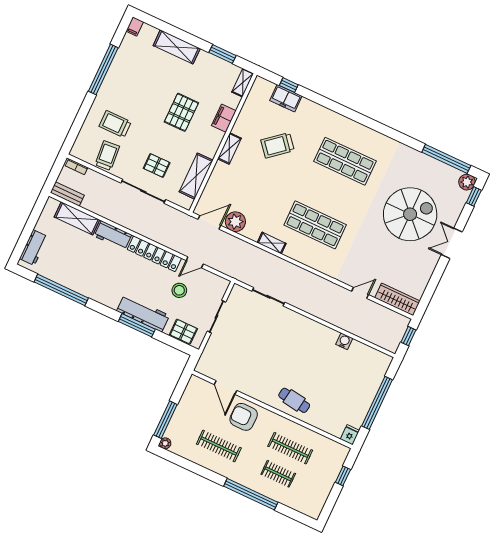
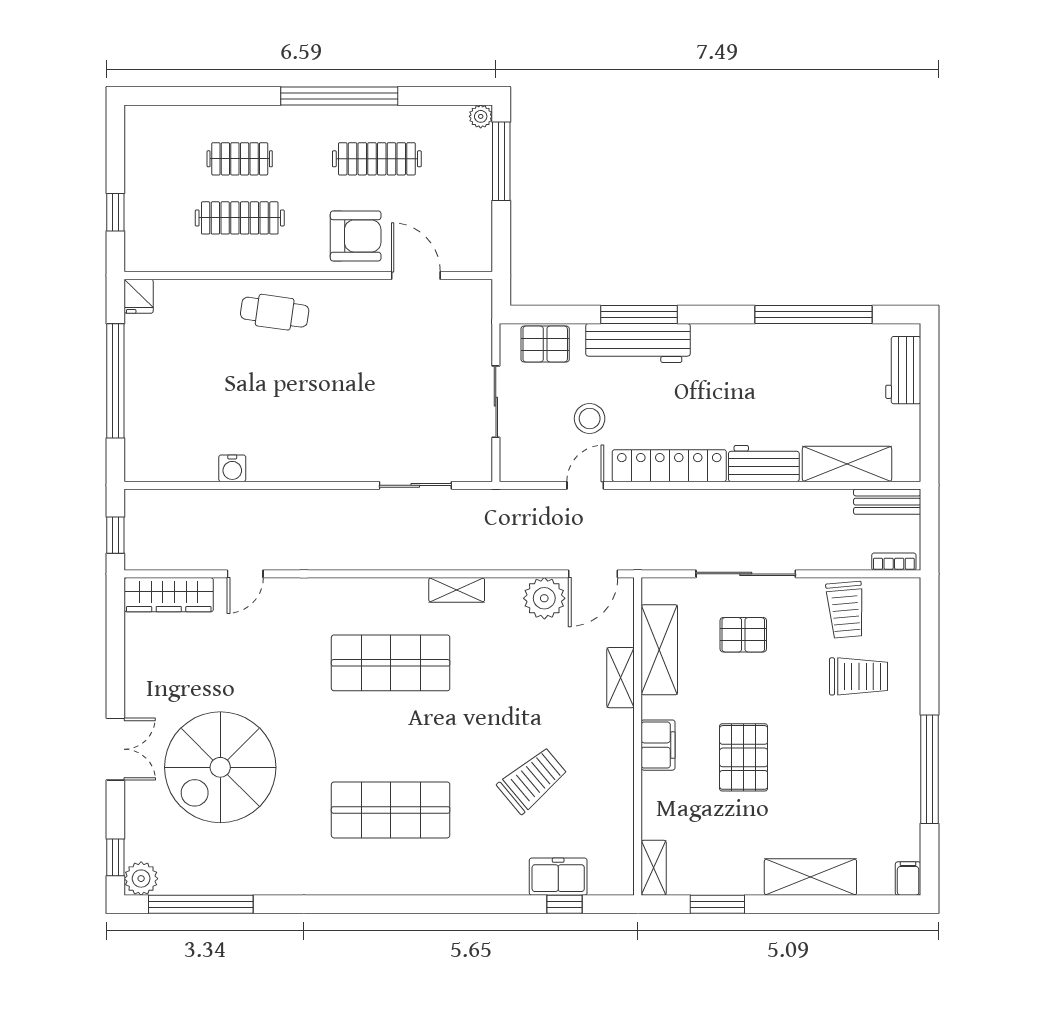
filing cabinet: (224, 118) -> (658, 745), moved
shelving: (229, 148) -> (621, 678), moved
window: (251, 494) -> (339, 96), moved

